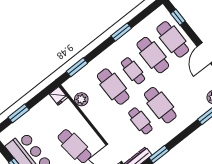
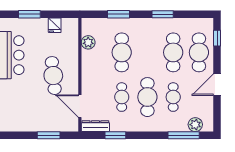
window: (77, 67) -> (119, 14), moved
cafe table: (133, 71) -> (173, 97), moved
fridge: (58, 96) -> (55, 25), moved

